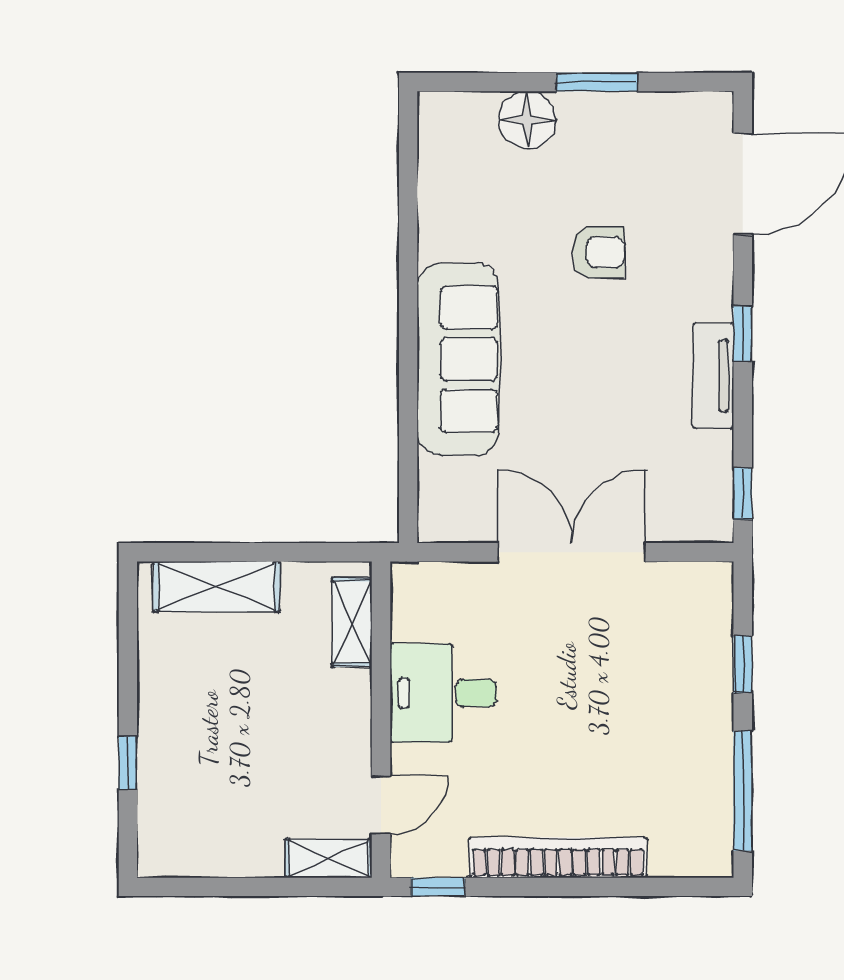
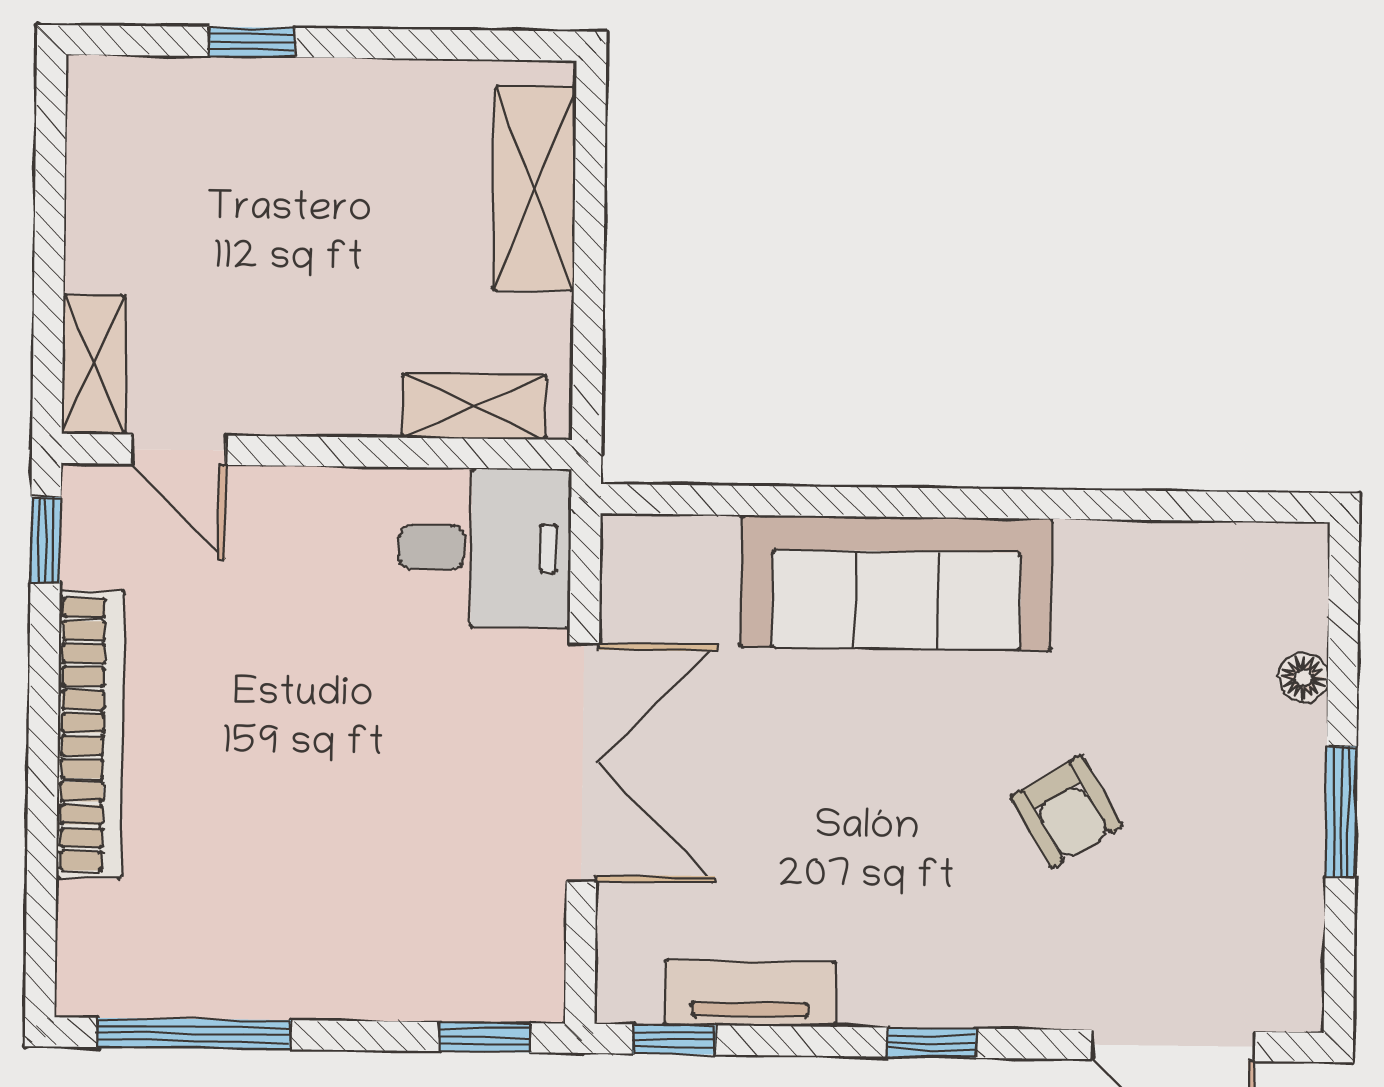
floor lamp: (527, 120) -> (1303, 677), width x0.53, depth x0.53
armchair: (598, 252) -> (1066, 812), turned -31
tv unit: (713, 376) -> (750, 993), moved
window: (743, 664) -> (485, 1037), moved
desk: (443, 693) -> (485, 548), moved, turned 90

